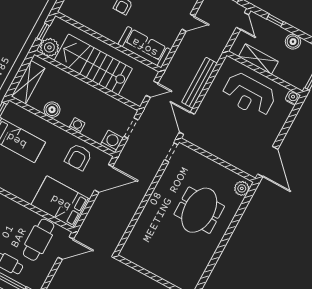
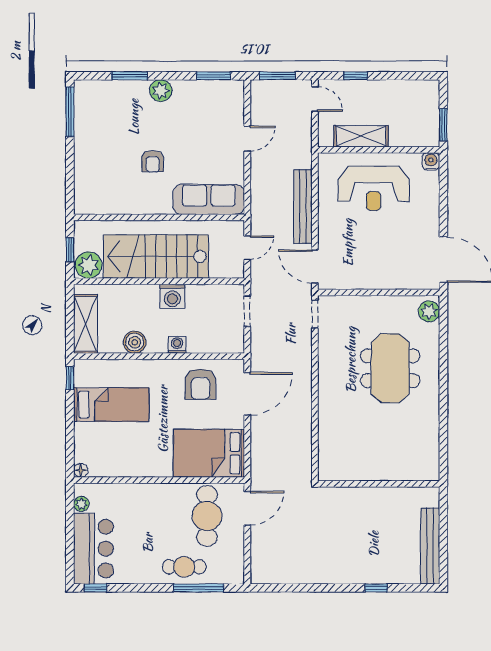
boiler: (293, 42) -> (393, 90), removed
washing machine: (112, 141) -> (172, 296), moved, turned 180

